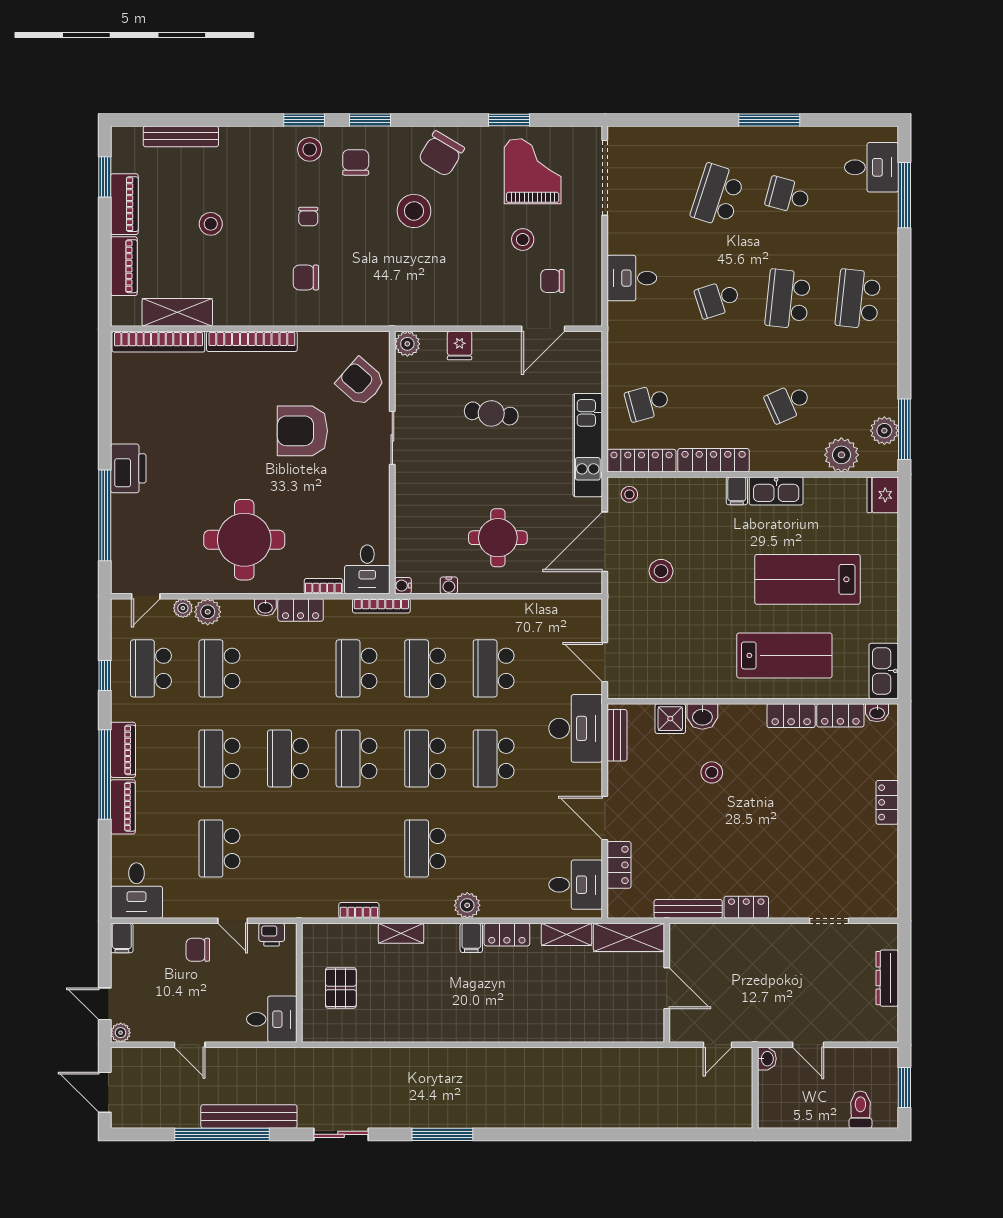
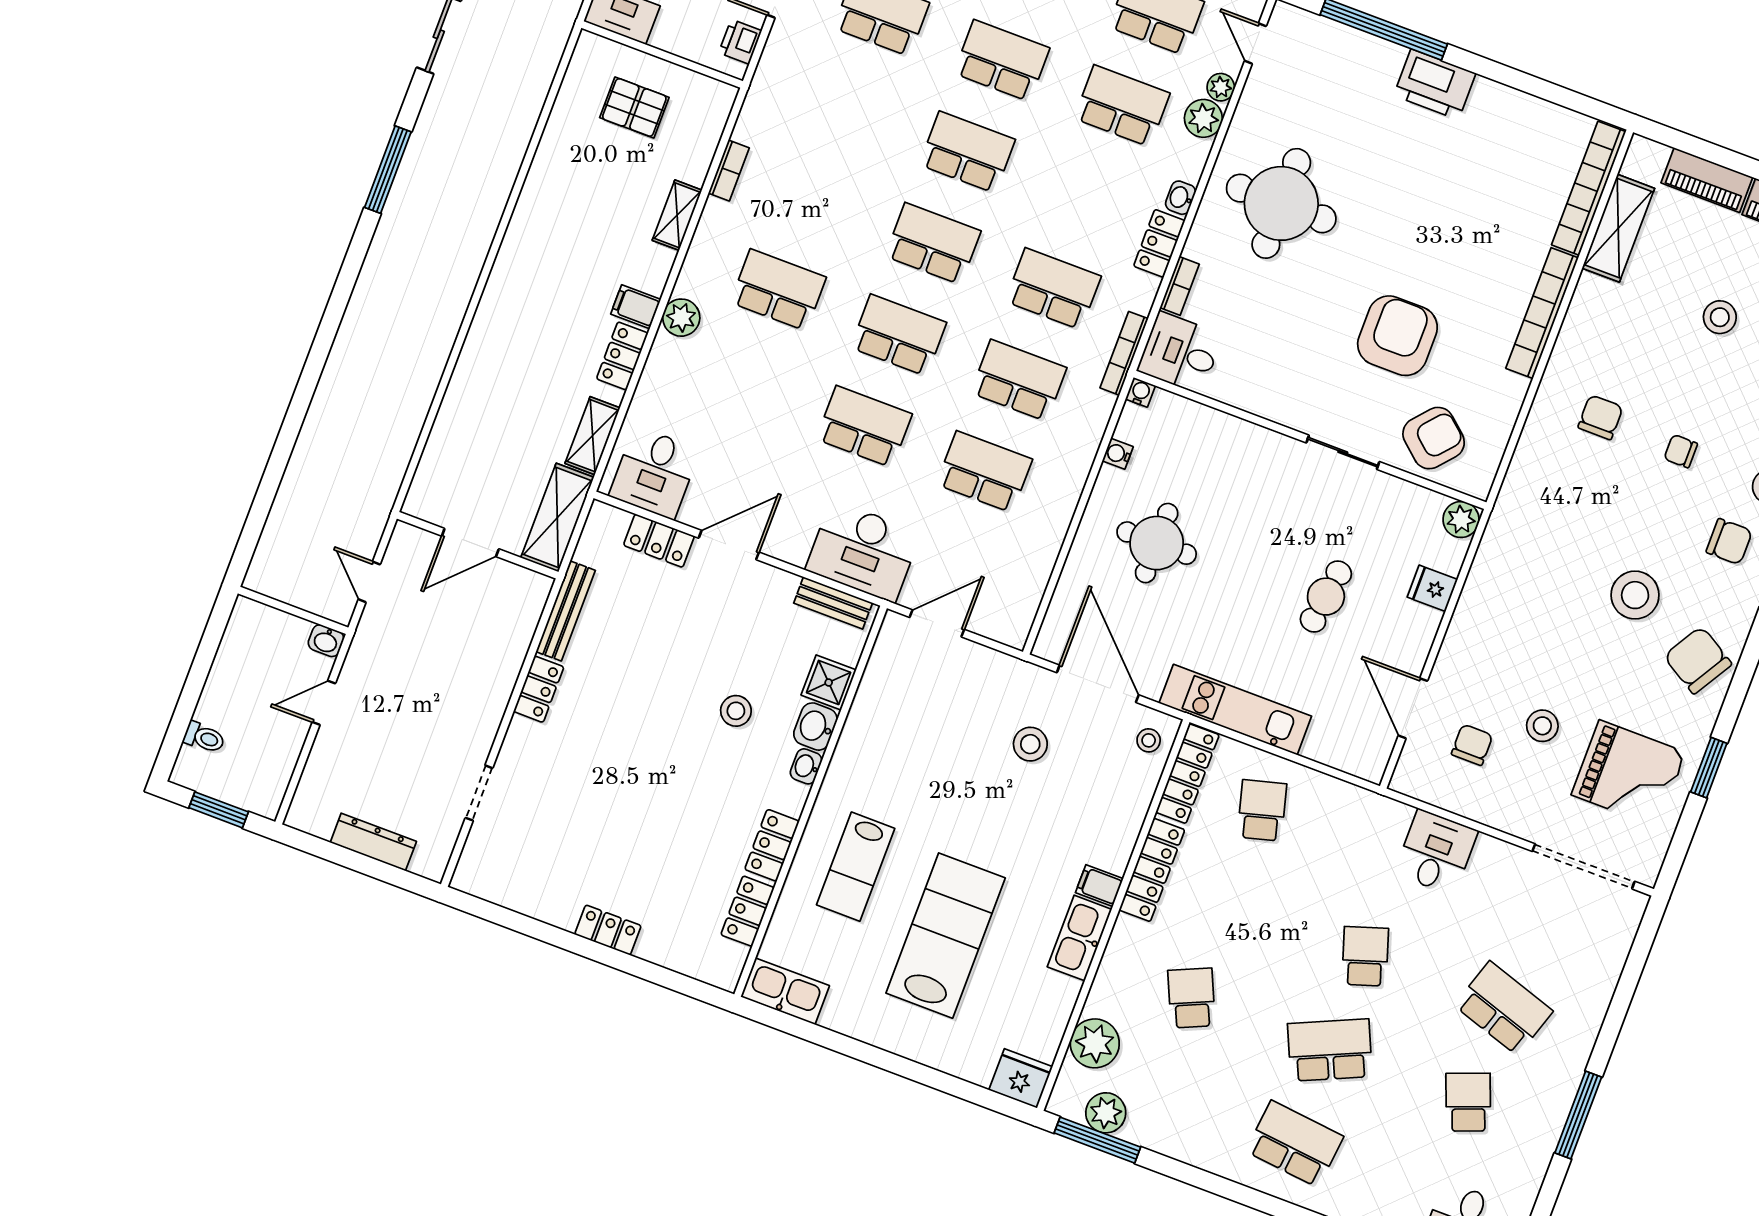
school desk: (788, 195) -> (1468, 1102), turned -36
school desk: (788, 299) -> (1330, 1050), turned -30
lab bench: (784, 655) -> (856, 867), width x0.73, depth x0.72
washbasin: (877, 713) -> (806, 766), moved
toilet: (860, 1110) -> (204, 738), width x0.73, depth x0.72

